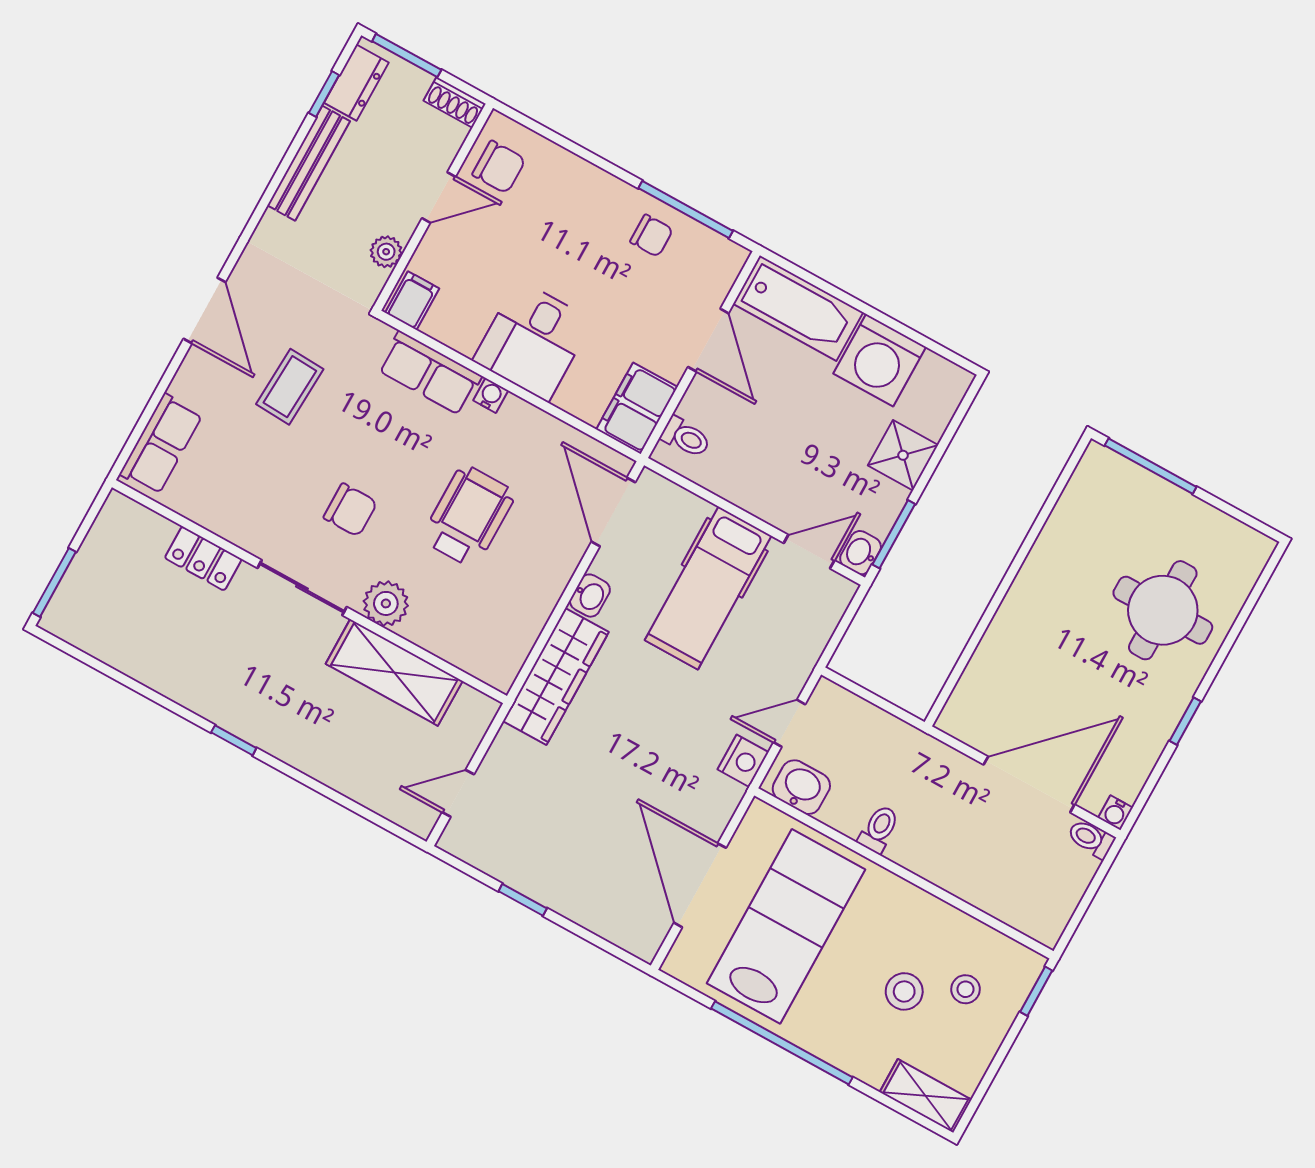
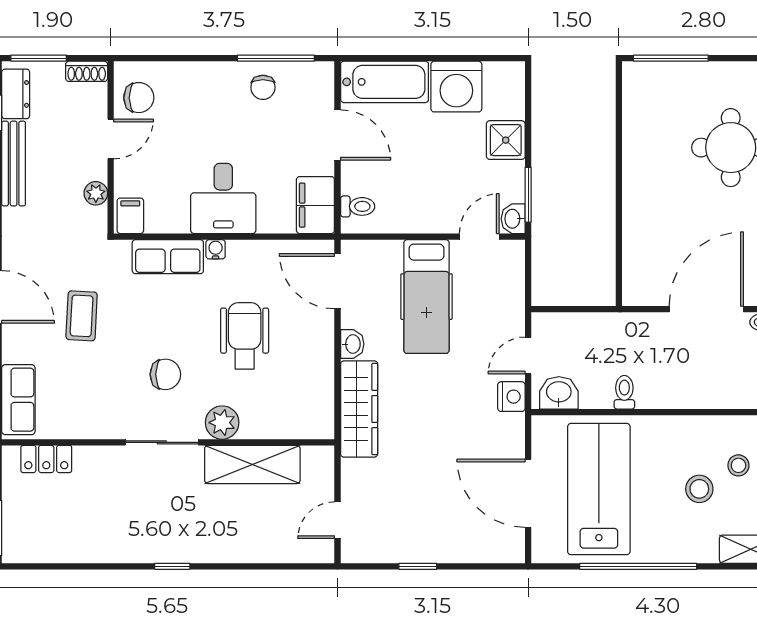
chair: (652, 236) -> (263, 87), turned 90
locker: (203, 558) -> (46, 459), moved

